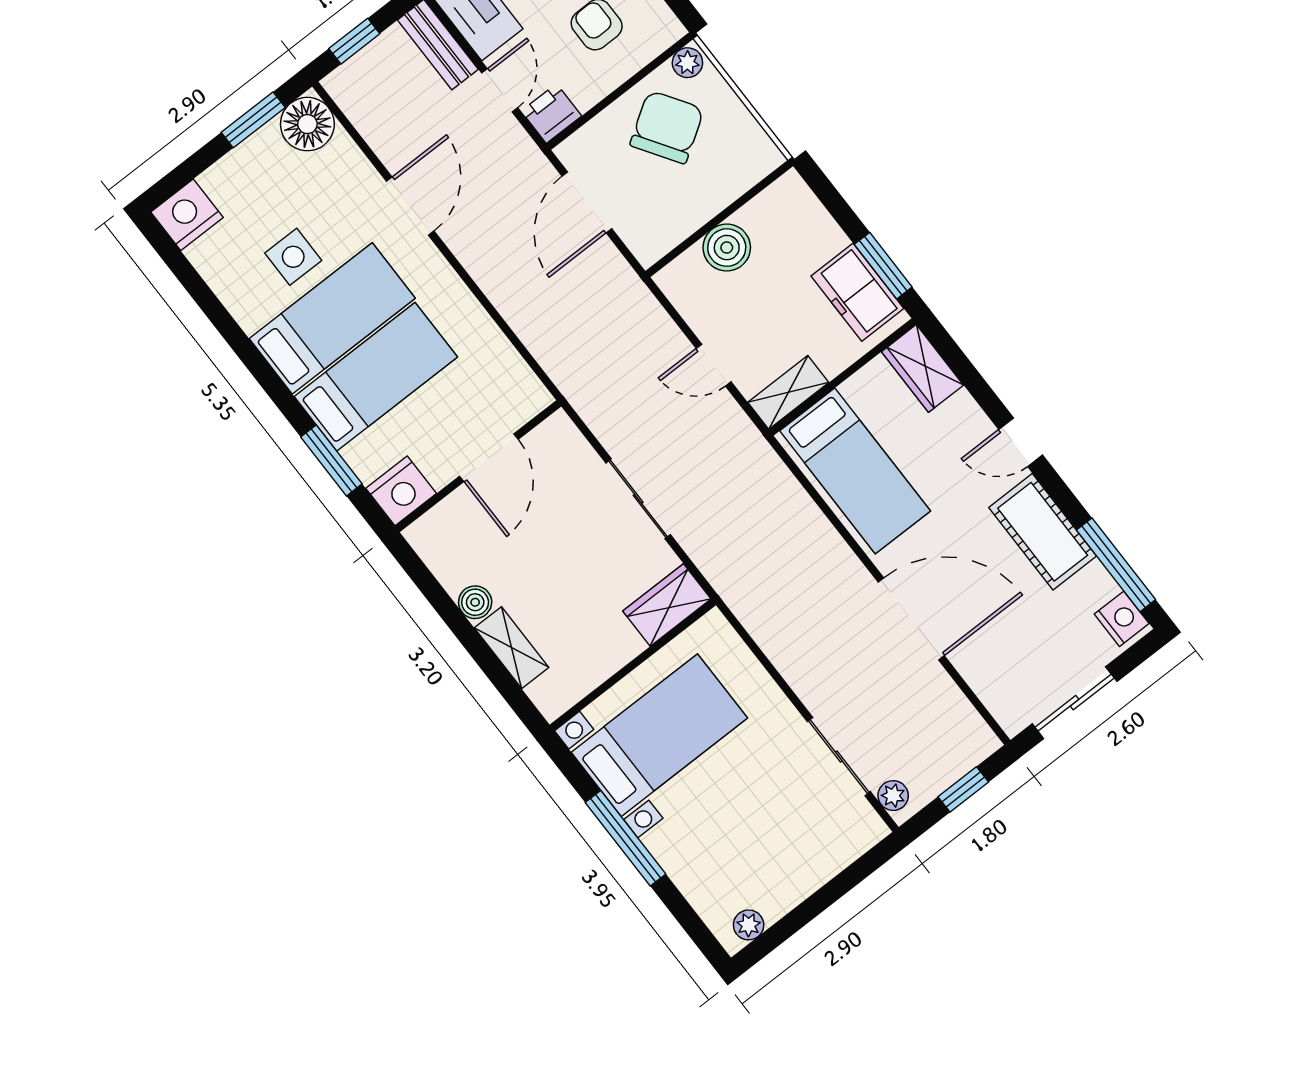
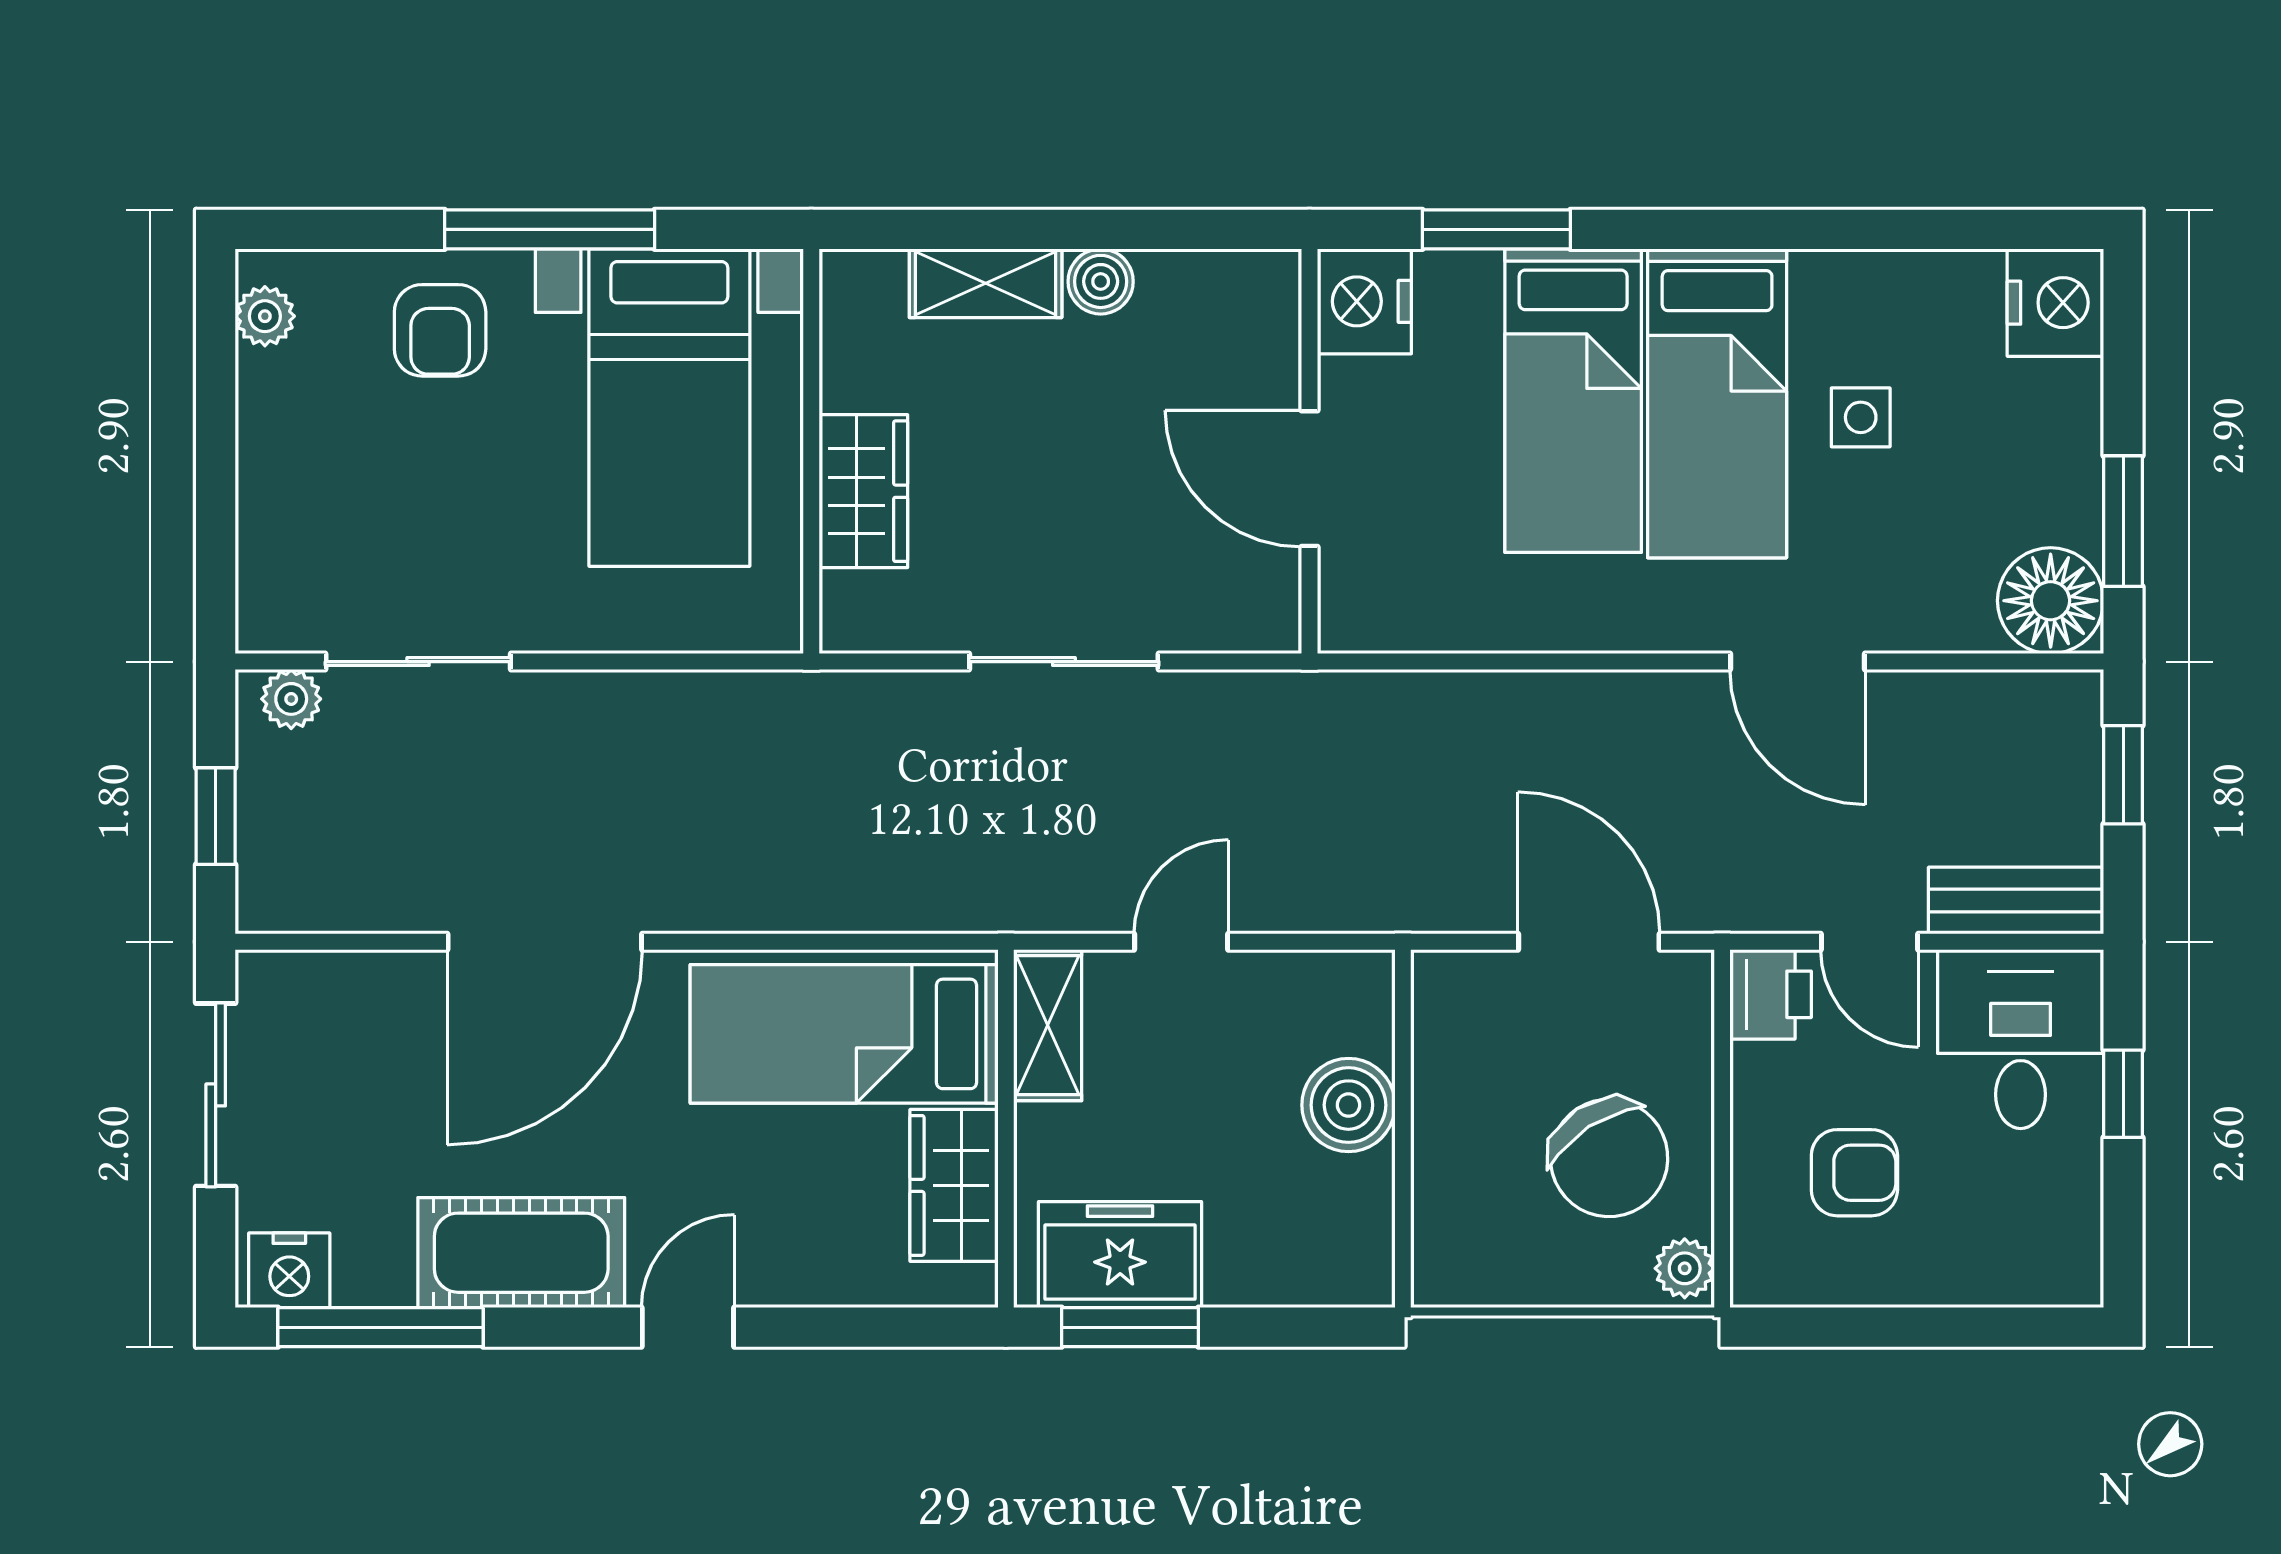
side table: (293, 257) -> (1861, 417), width x0.73, depth x0.73
wardrobe: (922, 368) -> (954, 1185), moved, turned -90
wardrobe: (667, 605) -> (863, 491), moved
armchair: (700, 851) -> (440, 330), added

